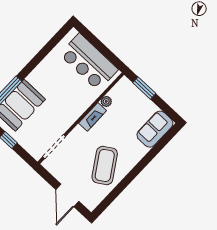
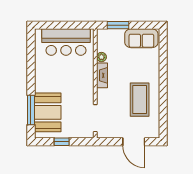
sofa: (155, 129) -> (141, 38), moved, turned -90
coffee table: (105, 165) -> (140, 100), turned 33

